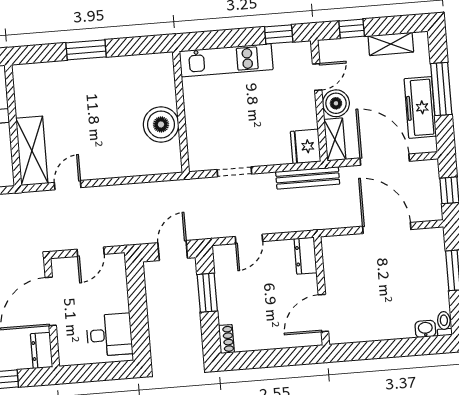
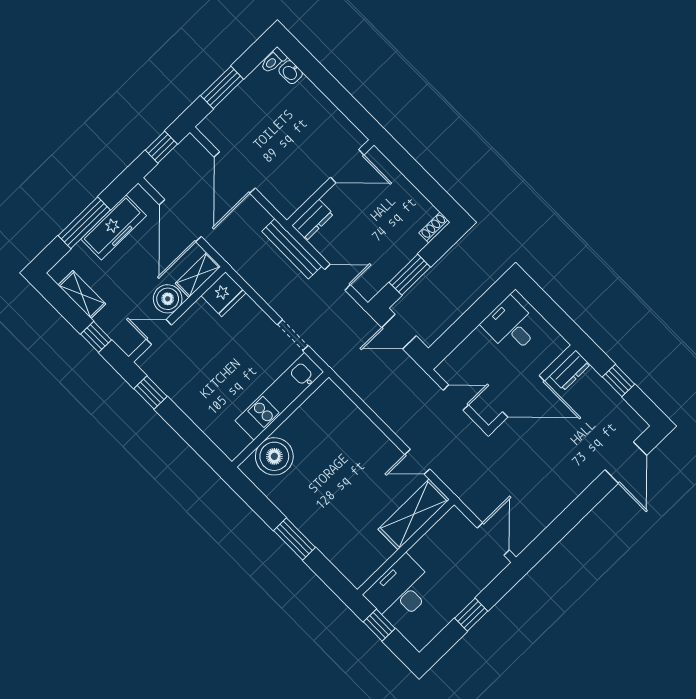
kitchen unit: (226, 60) -> (279, 396), moved, turned -90
boiler: (161, 124) -> (274, 456), moved
bench: (308, 178) -> (292, 249), moved

